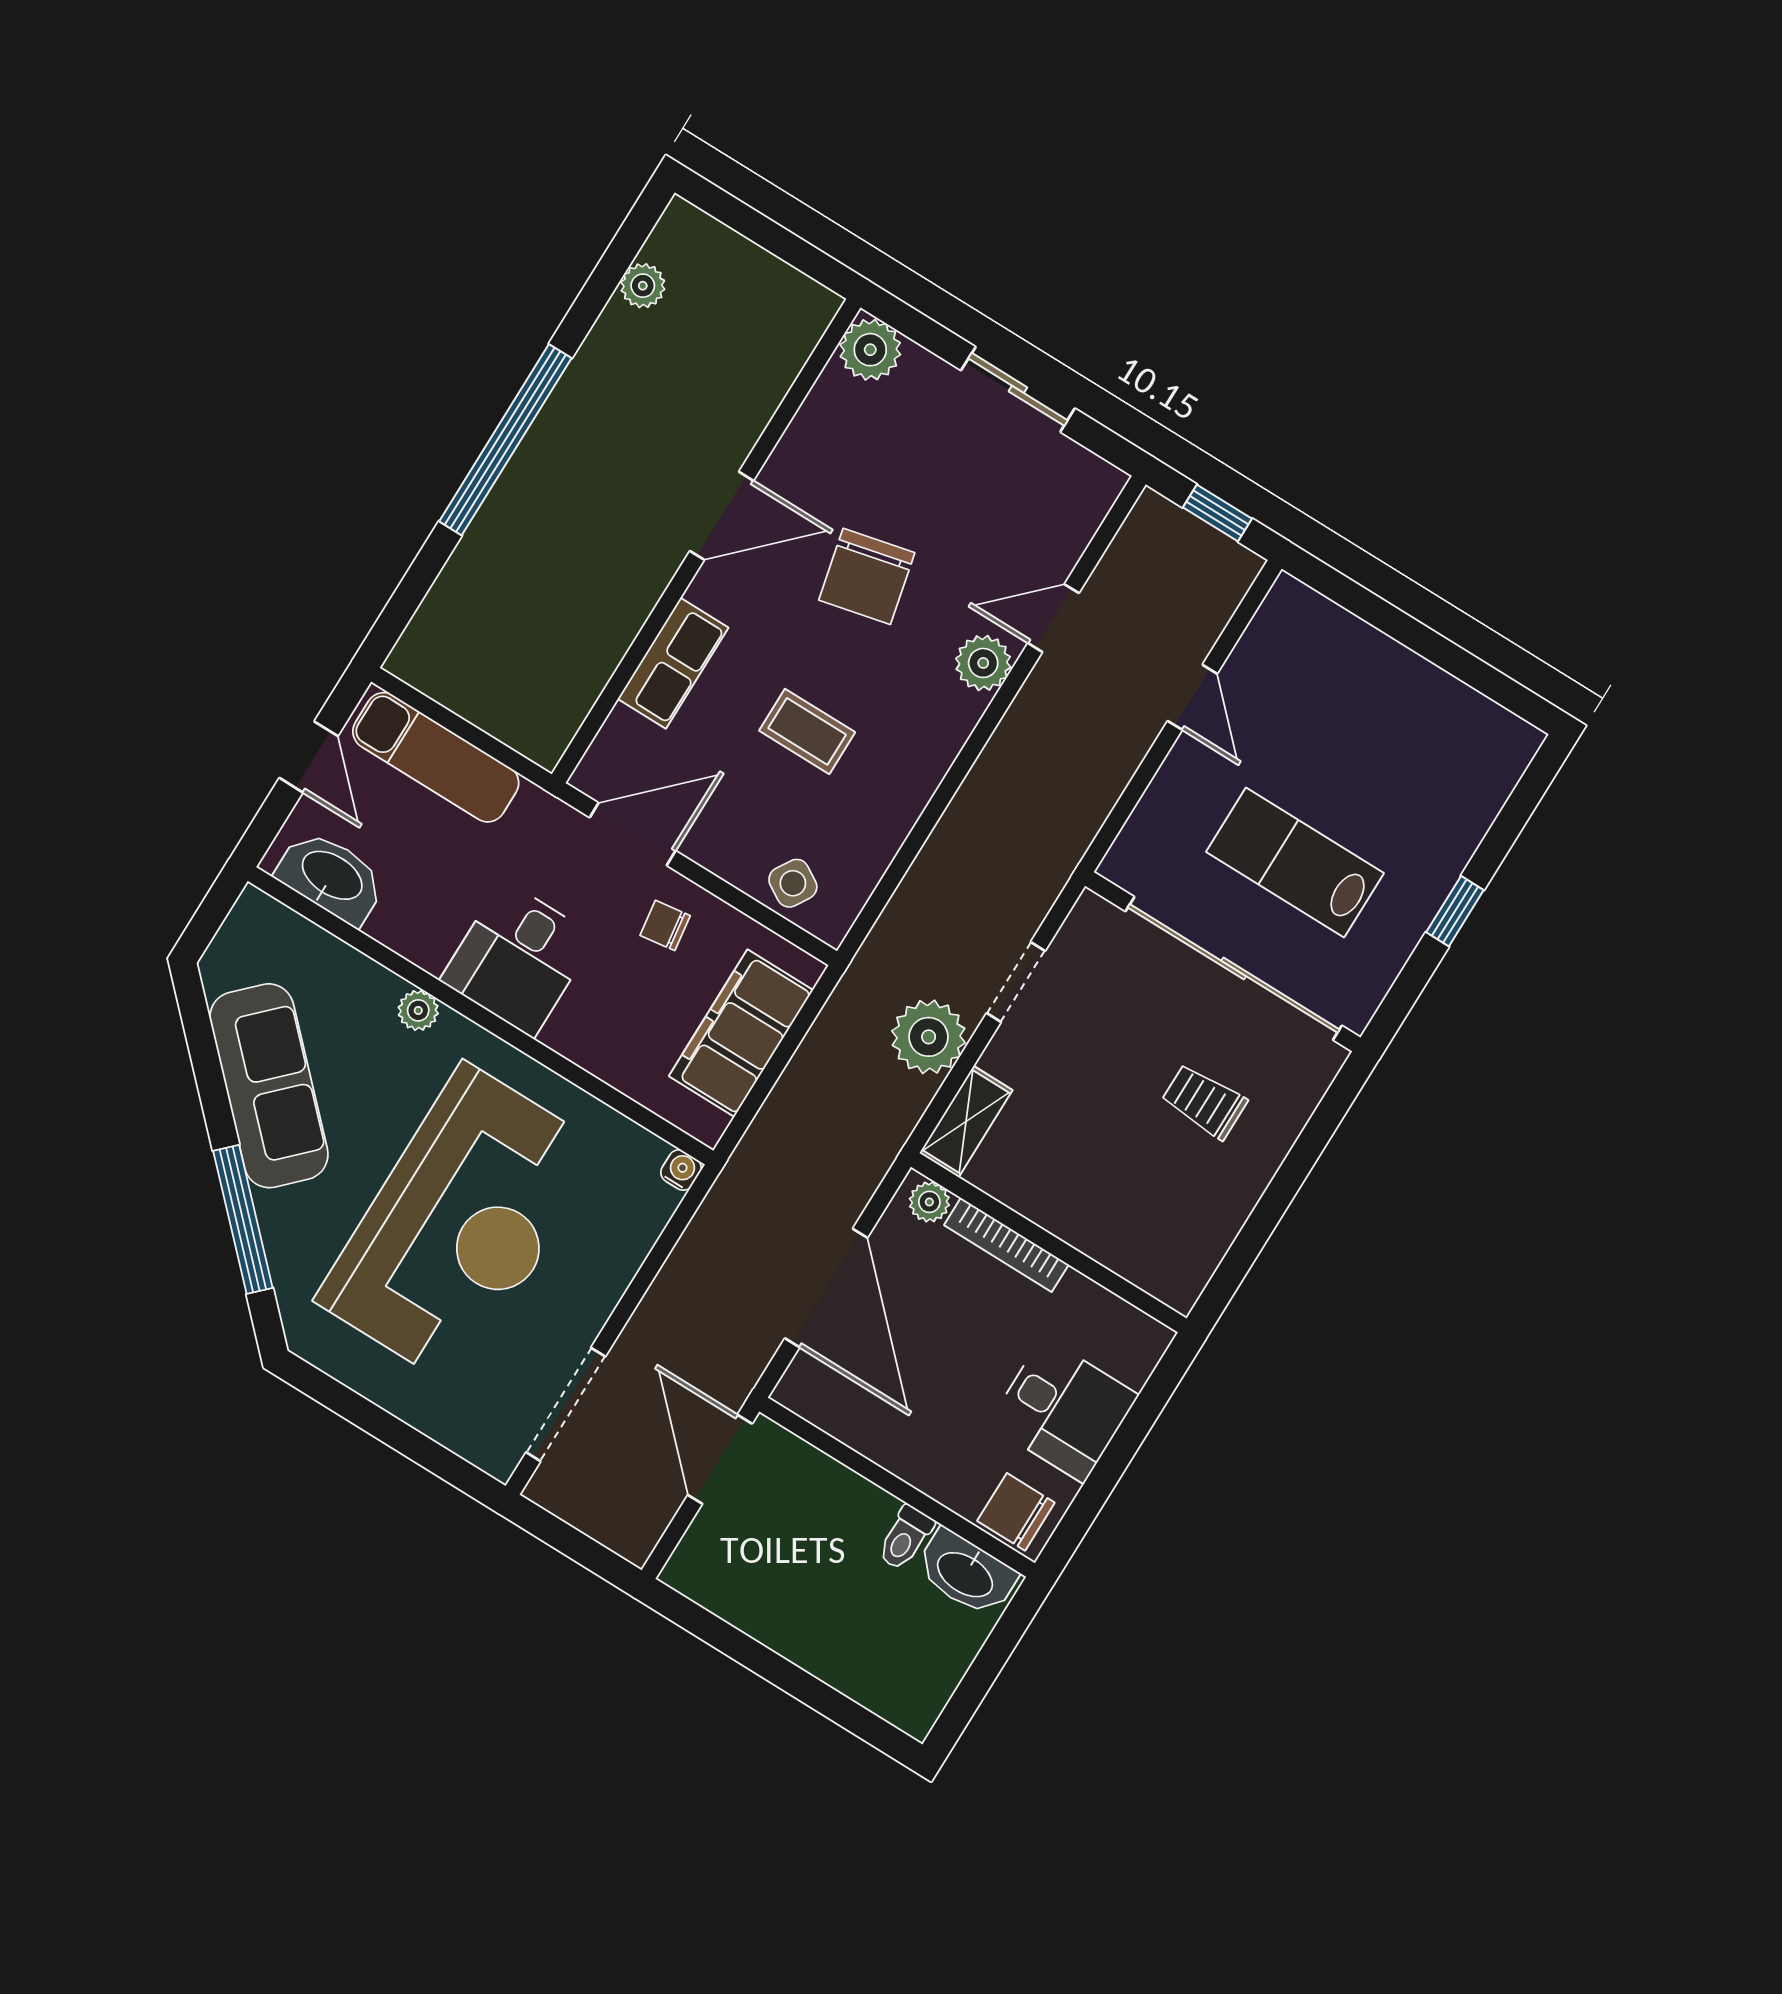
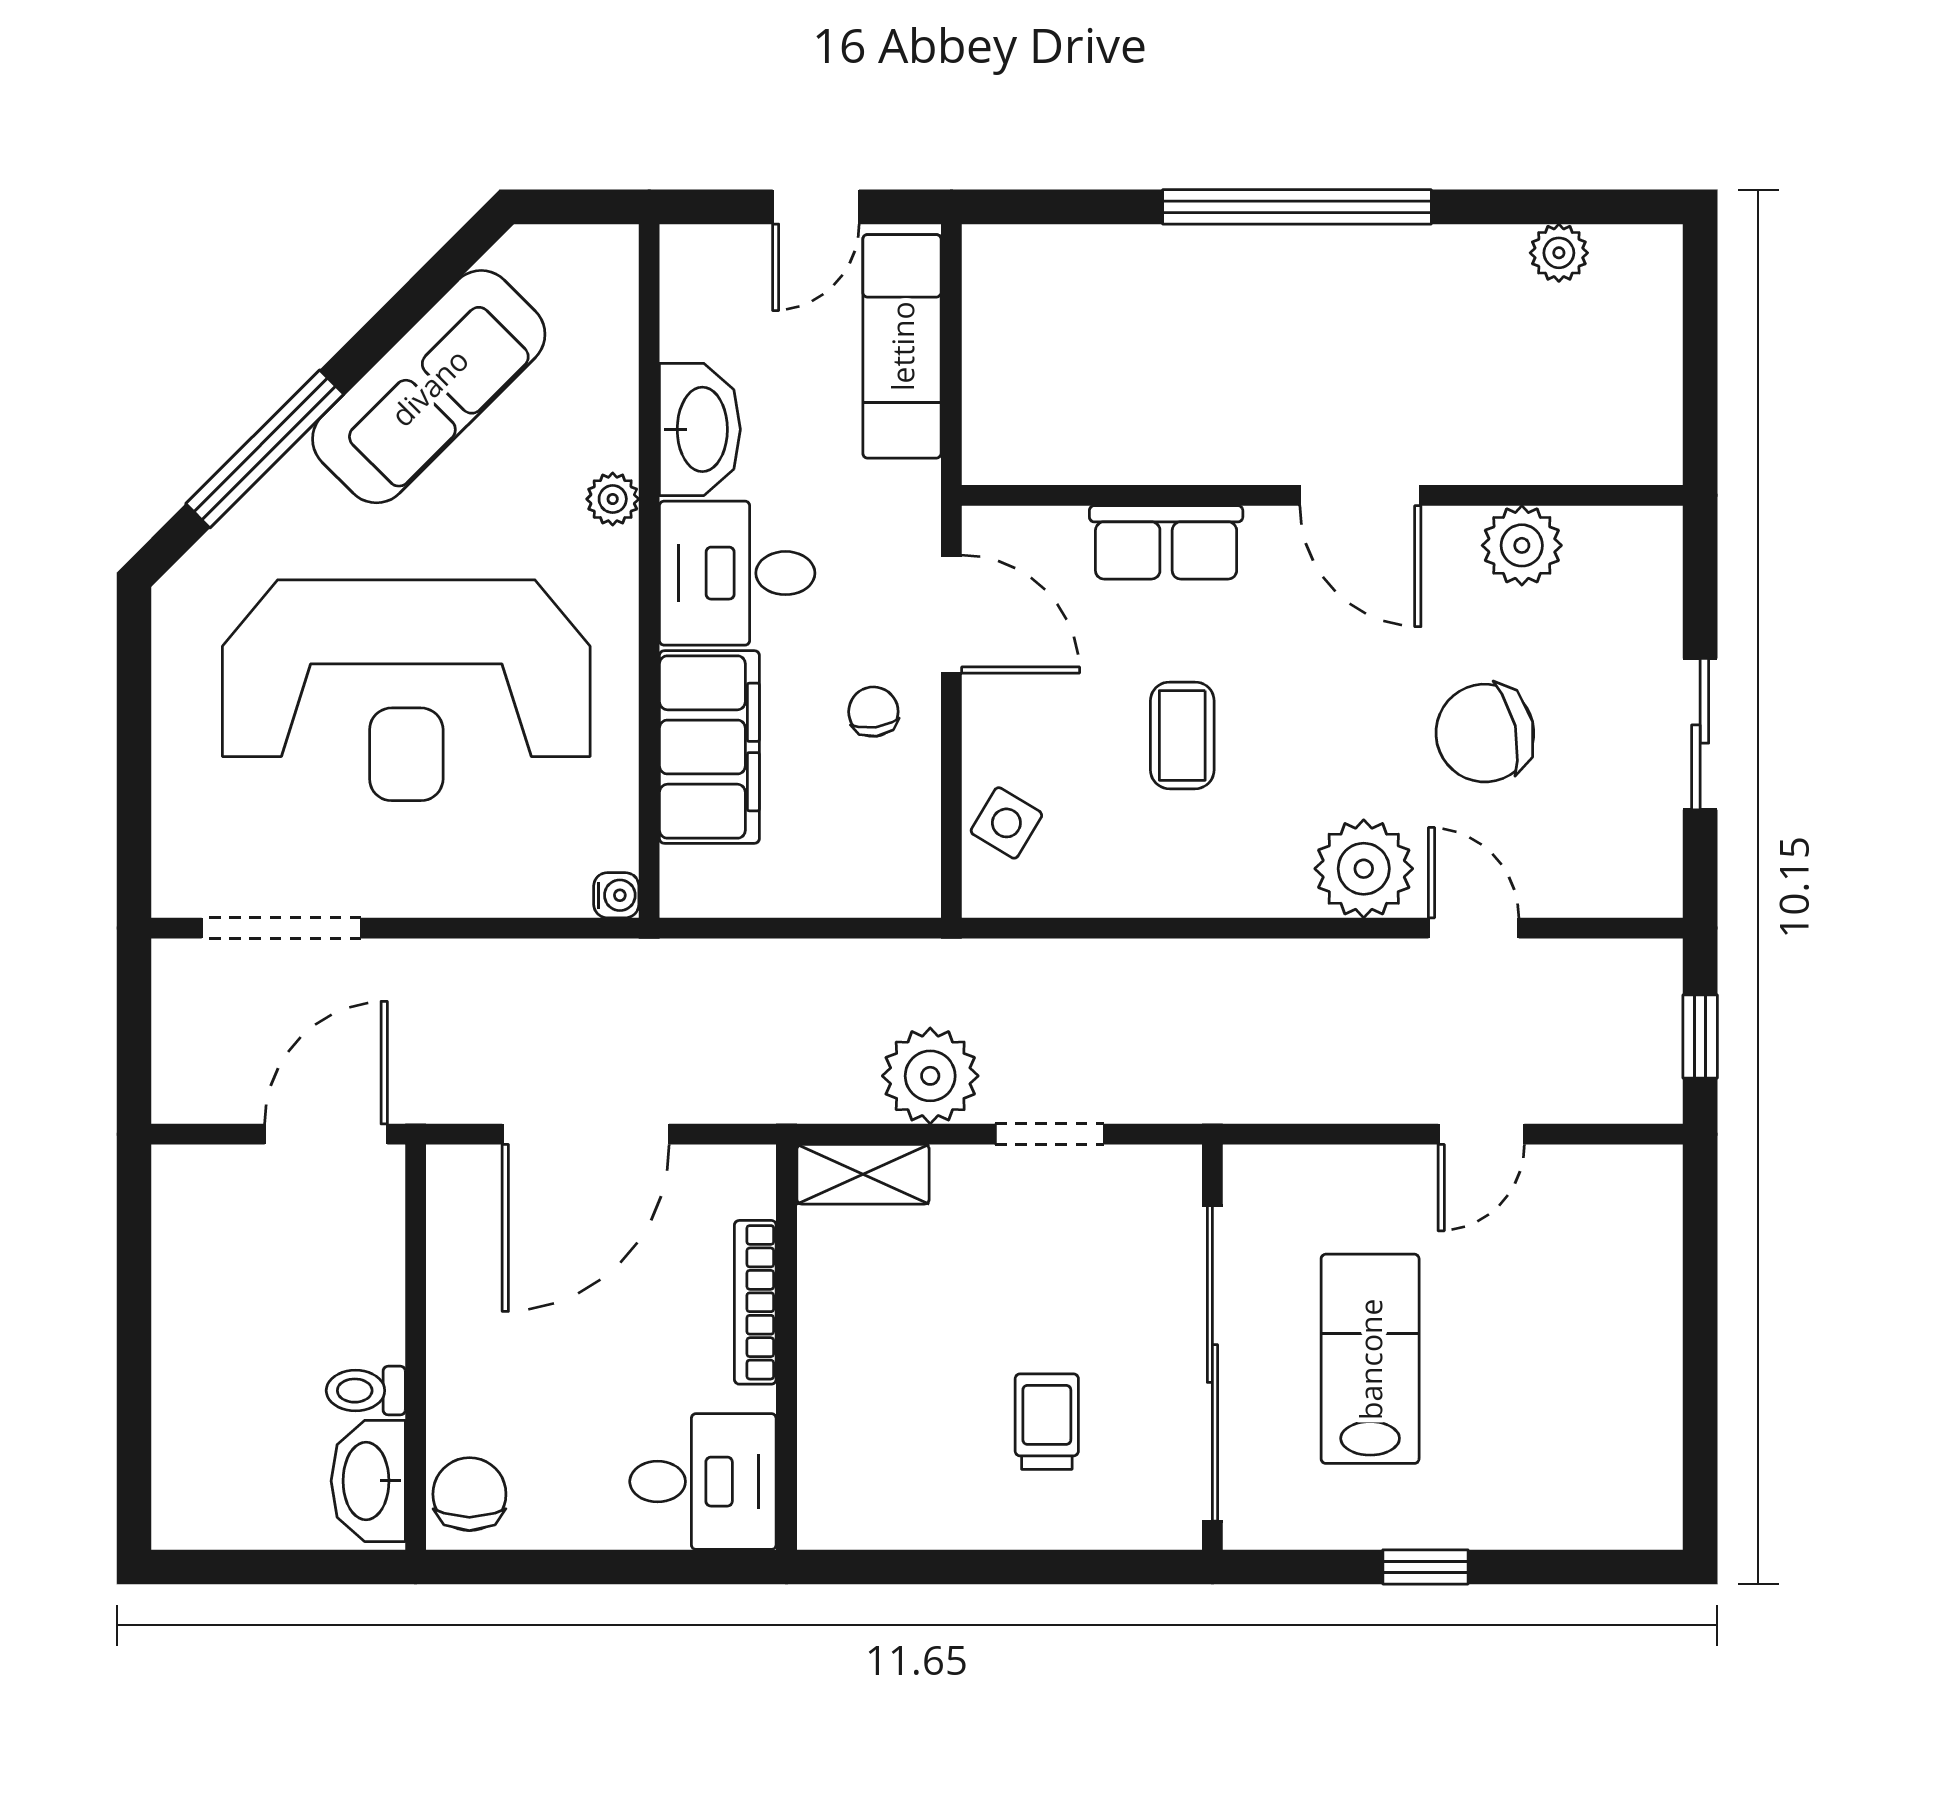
plant: (870, 350) -> (1522, 545), moved
chair: (867, 576) -> (1485, 733), moved
plant: (983, 663) -> (1364, 869), width x1.36, depth x1.36
washbasin: (331, 877) -> (700, 429), moved
filing cabinet: (741, 1033) -> (709, 747), moved, turned 90
plant: (929, 1202) -> (750, 1189), removed
desk: (1063, 1410) -> (703, 1482), moved, turned -90

